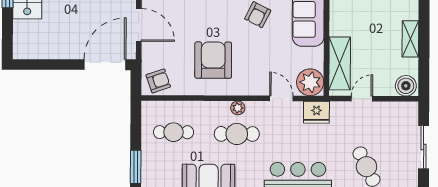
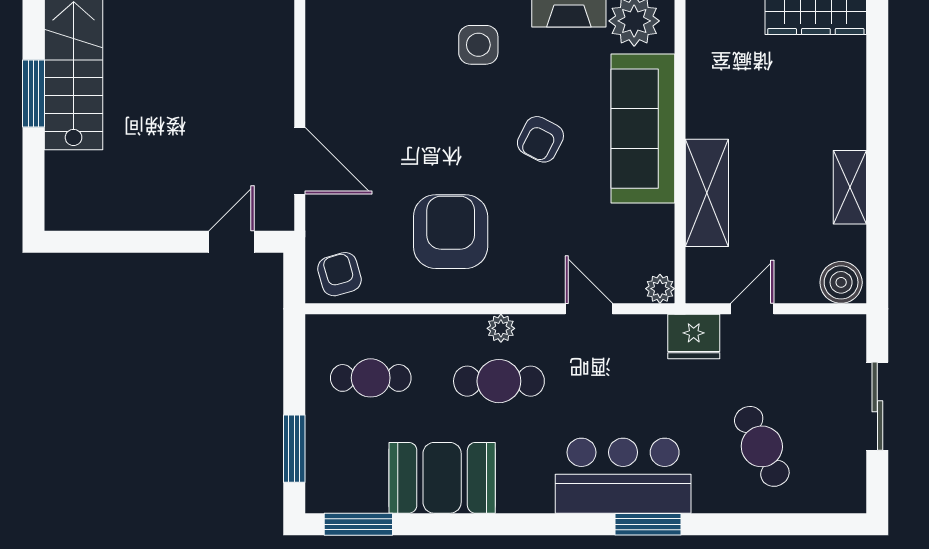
shelving: (340, 63) -> (707, 193), moved
door: (105, 65) -> (231, 242), width x0.53
armchair: (158, 81) -> (340, 274), turned -87
plant: (310, 82) -> (660, 289), width x0.53, depth x0.53
fridge: (316, 112) -> (694, 336), moved

